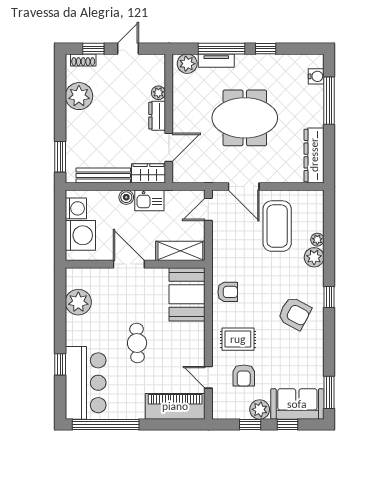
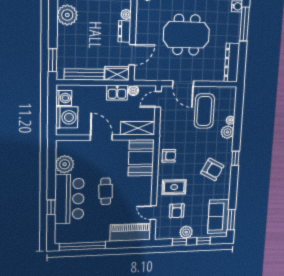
boiler: (126, 197) -> (133, 91), moved
bar counter: (86, 383) -> (69, 199), moved
sofa: (297, 404) -> (218, 217), moved, turned -90

